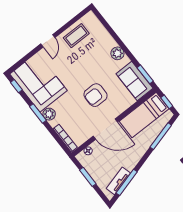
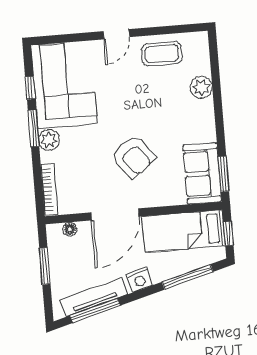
plant: (117, 53) -> (201, 87), moved
window: (16, 86) -> (30, 88), moved
armchair: (95, 95) -> (133, 157), turned -128
door: (105, 129) -> (115, 214), hinge flipped
nightstand: (138, 153) -> (139, 280), added
tv unit: (118, 181) -> (94, 297), width x1.41

